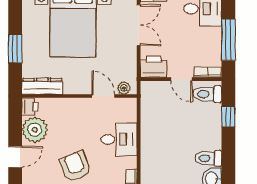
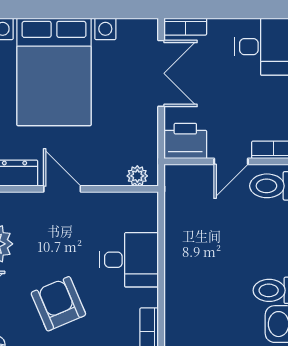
door: (181, 79) -> (231, 161), hinge flipped
door: (103, 96) -> (62, 189), moved

